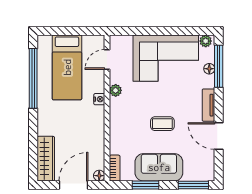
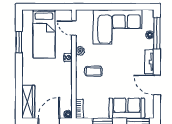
plant: (206, 41) -> (147, 14), removed
door: (107, 59) -> (74, 28), hinge flipped
window: (33, 78) -> (19, 42), width x0.47
coffee table: (162, 124) -> (93, 71), moved
sofa: (159, 167) -> (127, 108), moved

